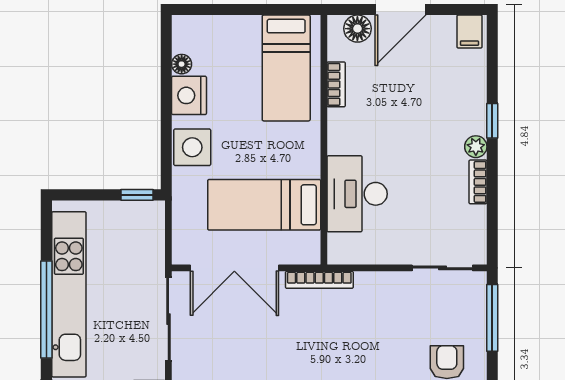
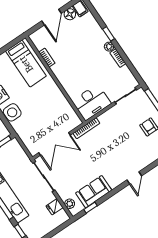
floor lamp: (357, 29) -> (70, 14), moved
desk: (357, 194) -> (92, 102), moved, turned -90
bed: (264, 205) -> (50, 115), removed

